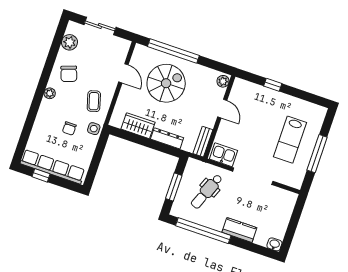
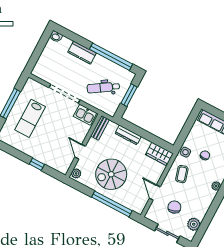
chair: (69, 74) -> (174, 207), moved
spiral stairs: (166, 83) -> (111, 174), moved
wardrobe: (138, 126) -> (159, 154), moved
lab bench: (290, 140) -> (30, 118), turned 180
dental chair: (207, 191) -> (103, 88), turned -145

